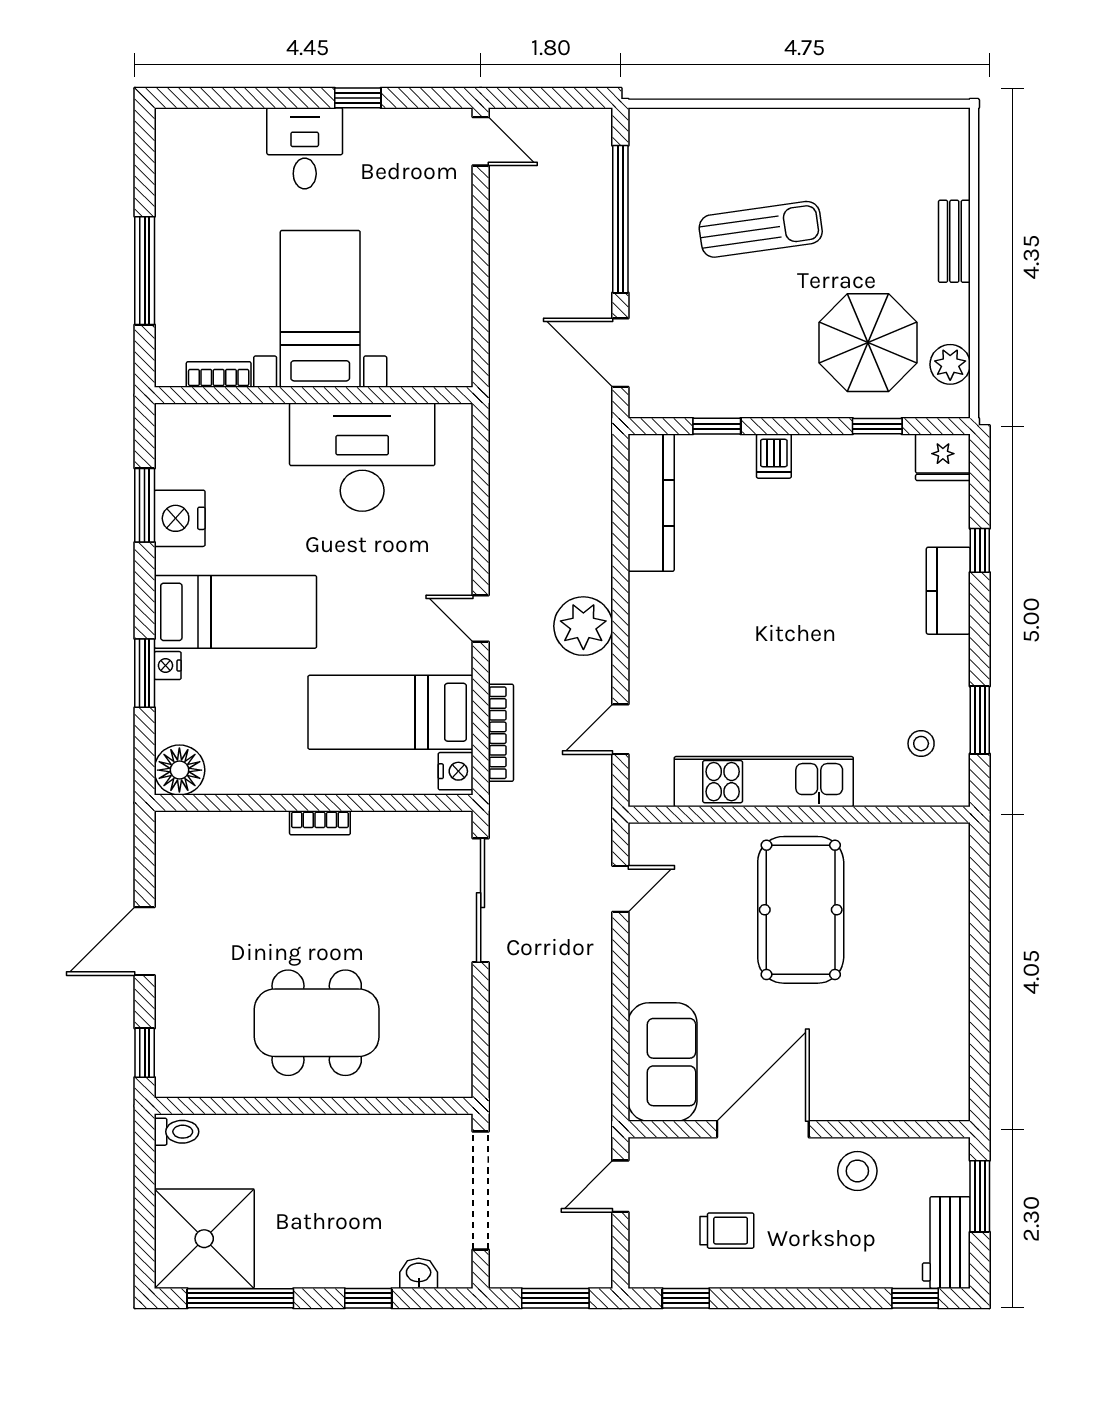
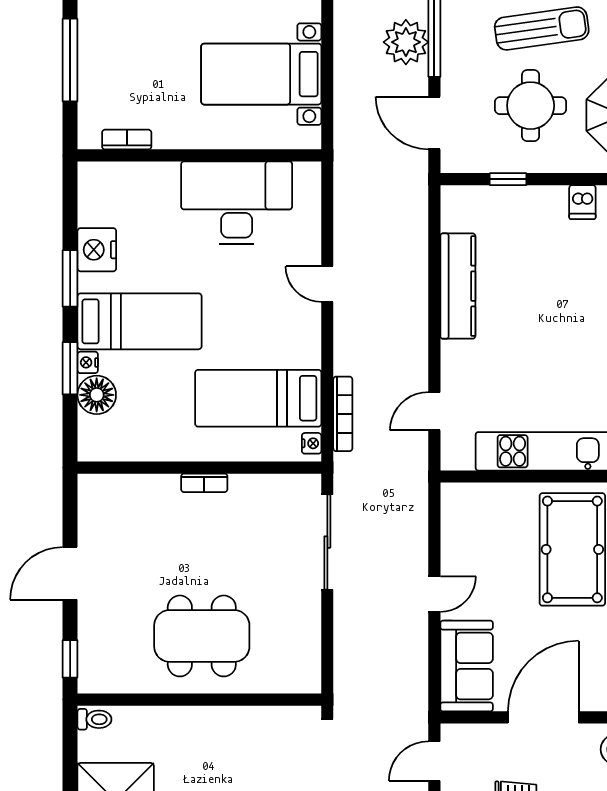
bed with nightstands: (320, 309) -> (261, 74), moved, turned -90
round table: (746, 330) -> (531, 106), added
dishwasher: (774, 456) -> (582, 202), moved
kitchen counter: (651, 503) -> (458, 286), moved
window: (145, 505) -> (70, 278), moved
door: (481, 619) -> (327, 284), moved
plant: (583, 626) -> (406, 42), moved
floor lamp: (179, 770) -> (97, 395), moved
nightstand: (456, 771) -> (312, 443), width x0.72, depth x0.74
door: (620, 889) -> (434, 594), moved

